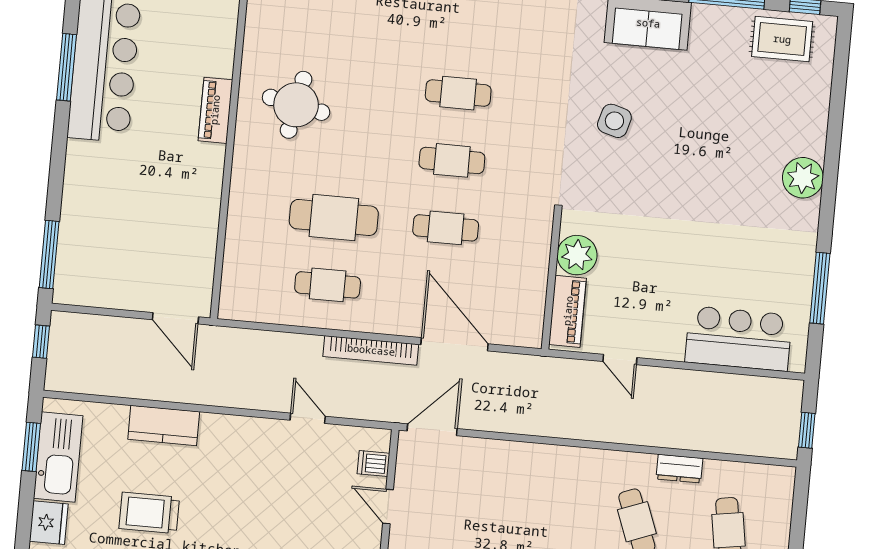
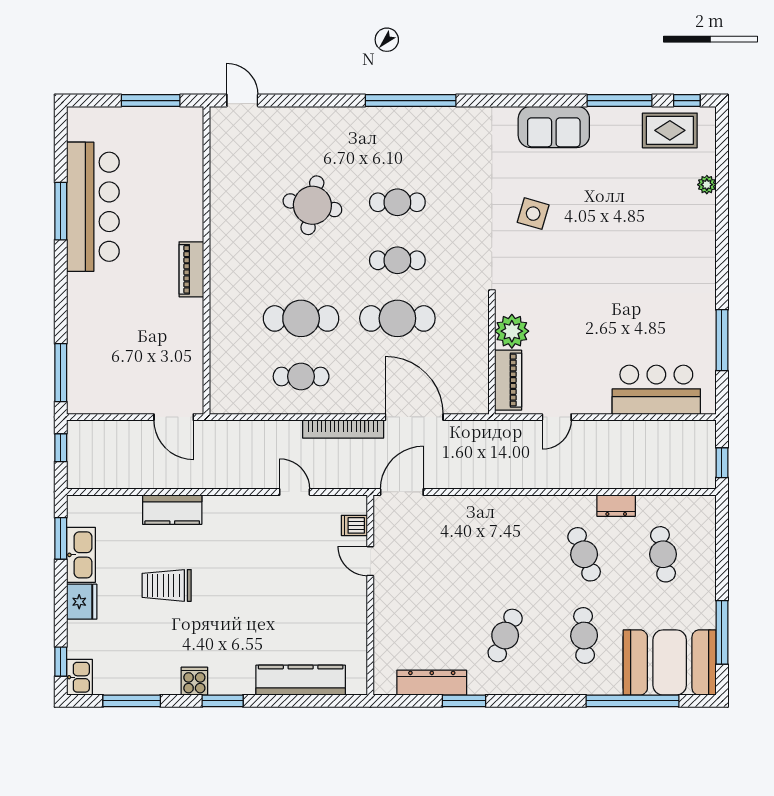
round table: (296, 105) -> (312, 205), moved
piano: (215, 110) -> (191, 269), moved
plant: (803, 178) -> (707, 185), moved, width x0.53, depth x0.53
cafe table: (446, 228) -> (397, 318), width x1.37, depth x1.35
door: (620, 360) -> (557, 417), hinge flipped
kitchen sink: (58, 457) -> (81, 555), width x0.73, depth x0.81

